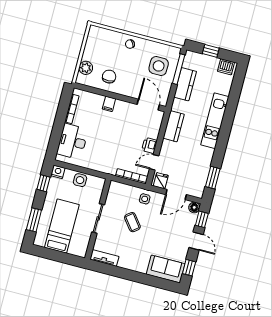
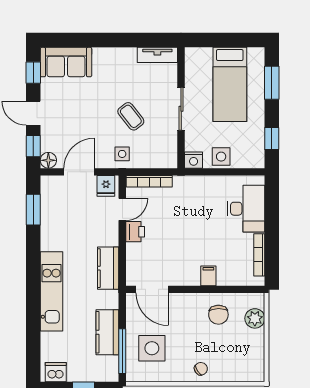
nightstand: (58, 172) -> (194, 160), moved

